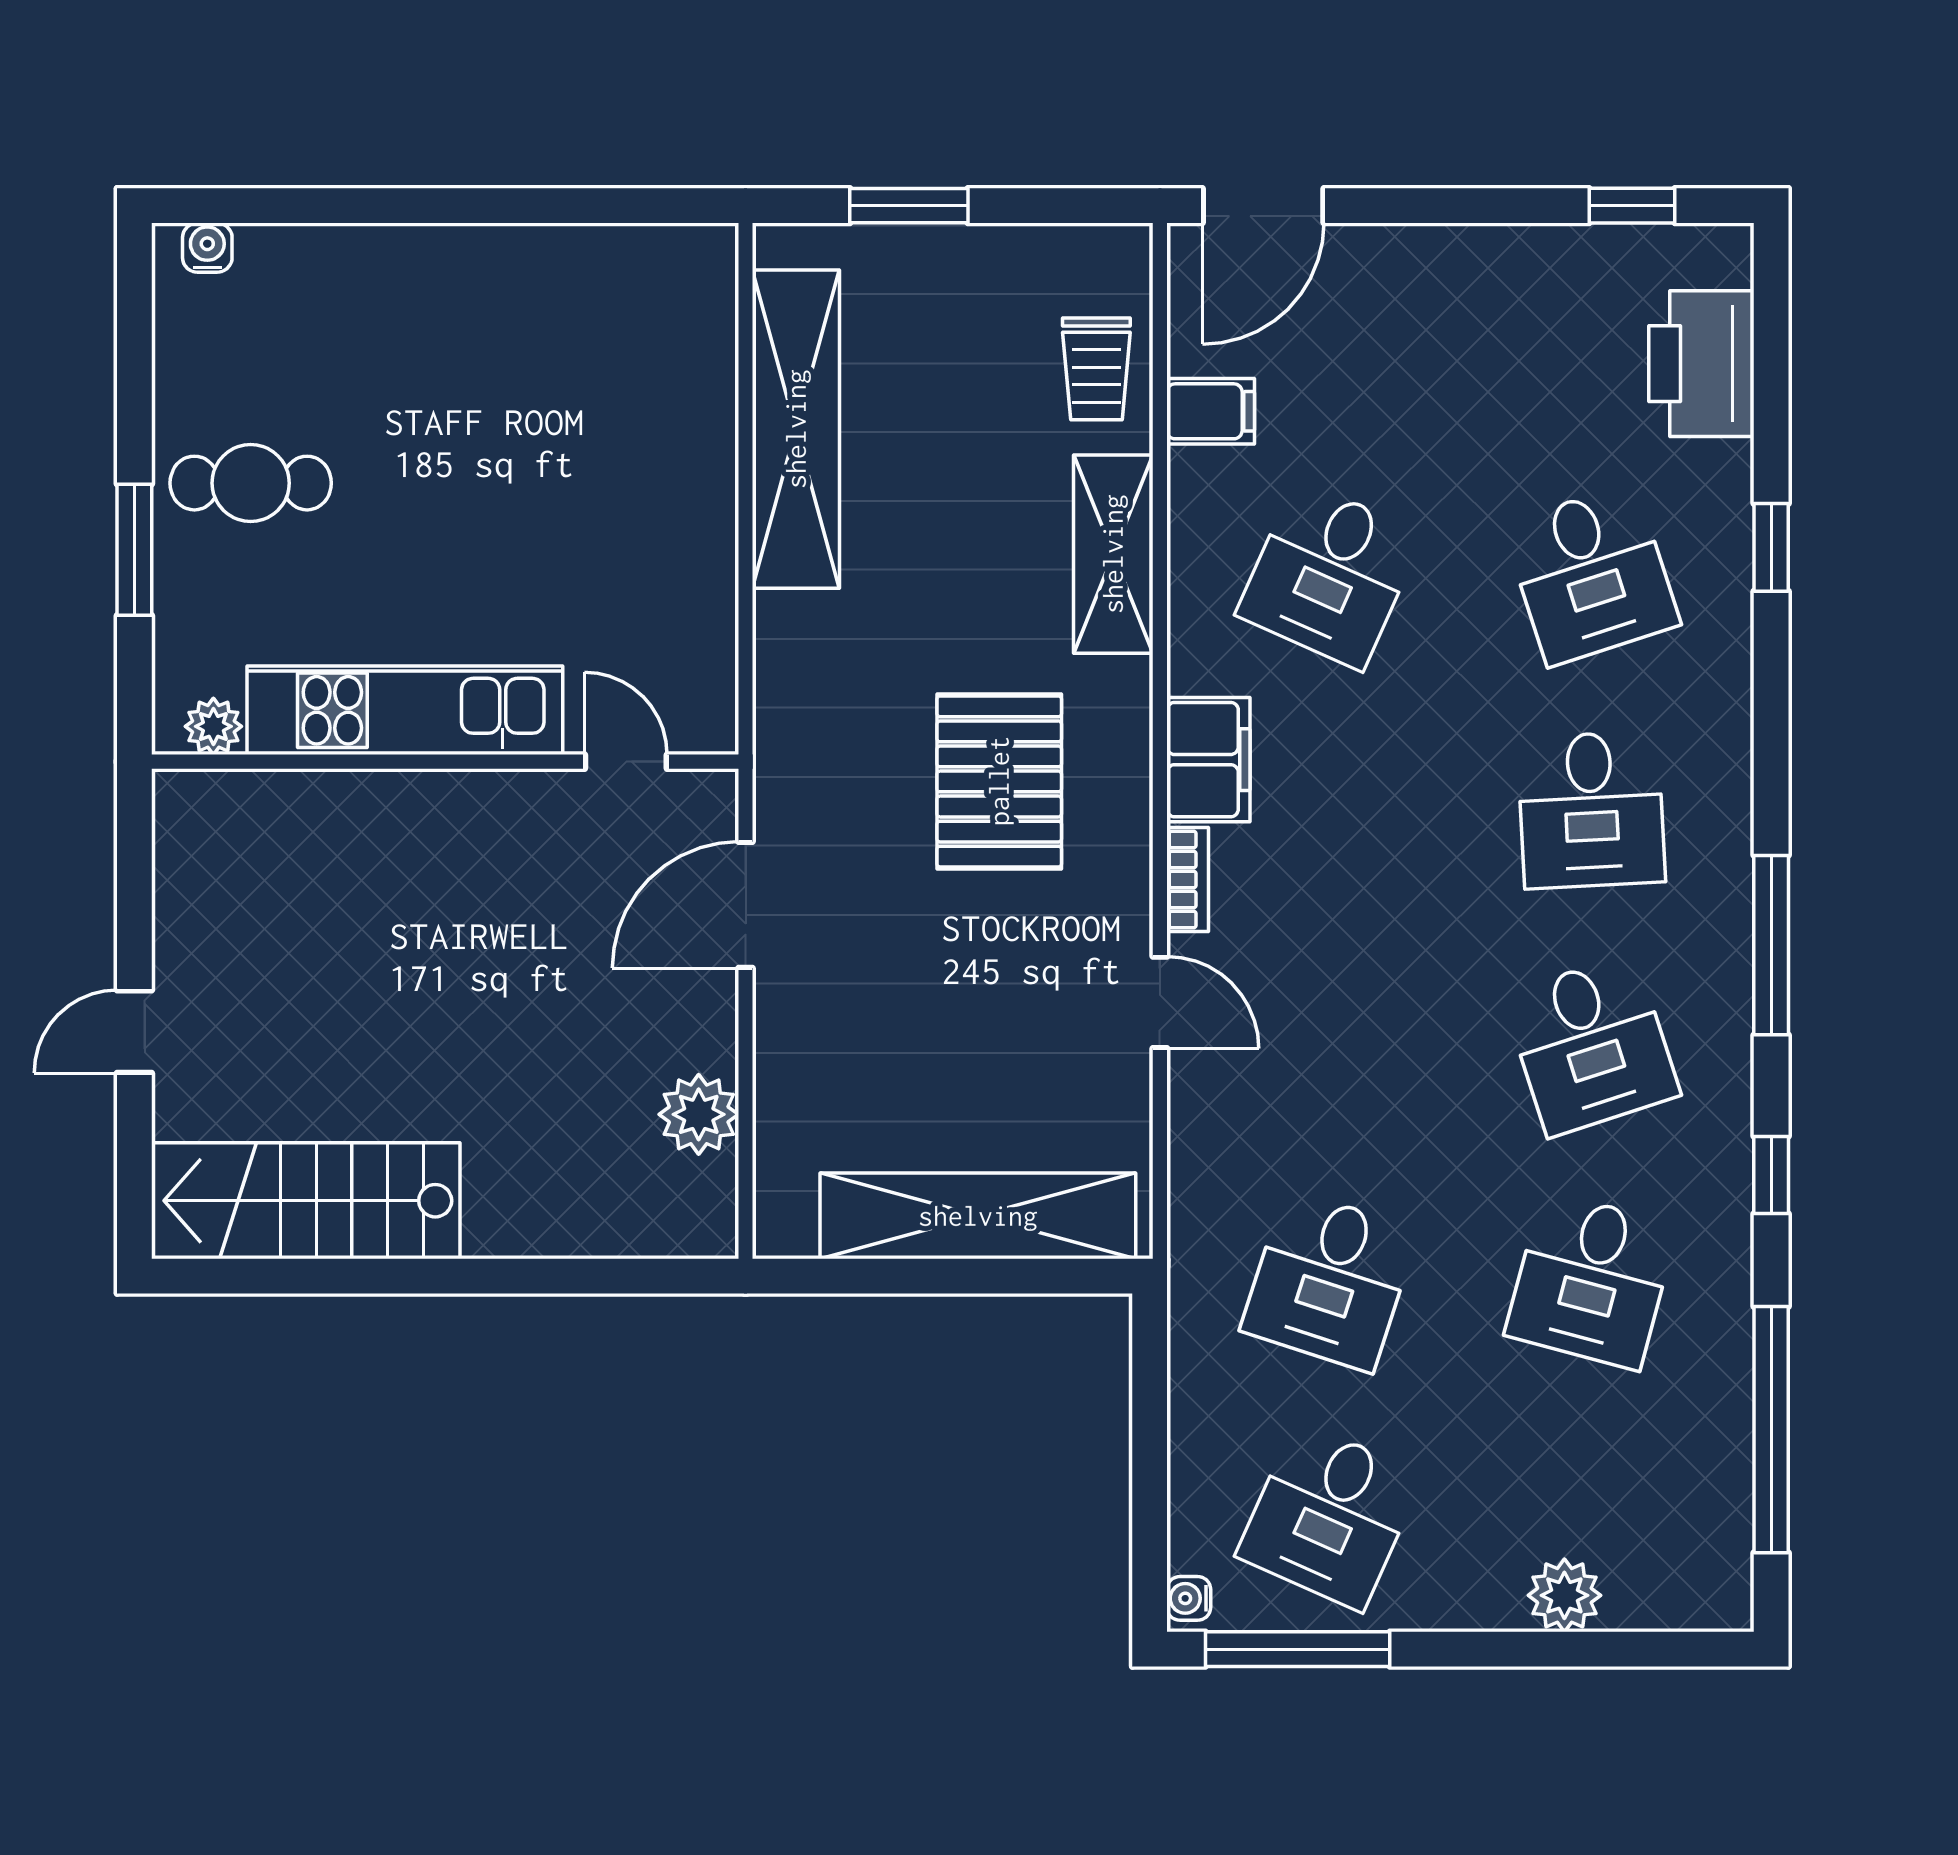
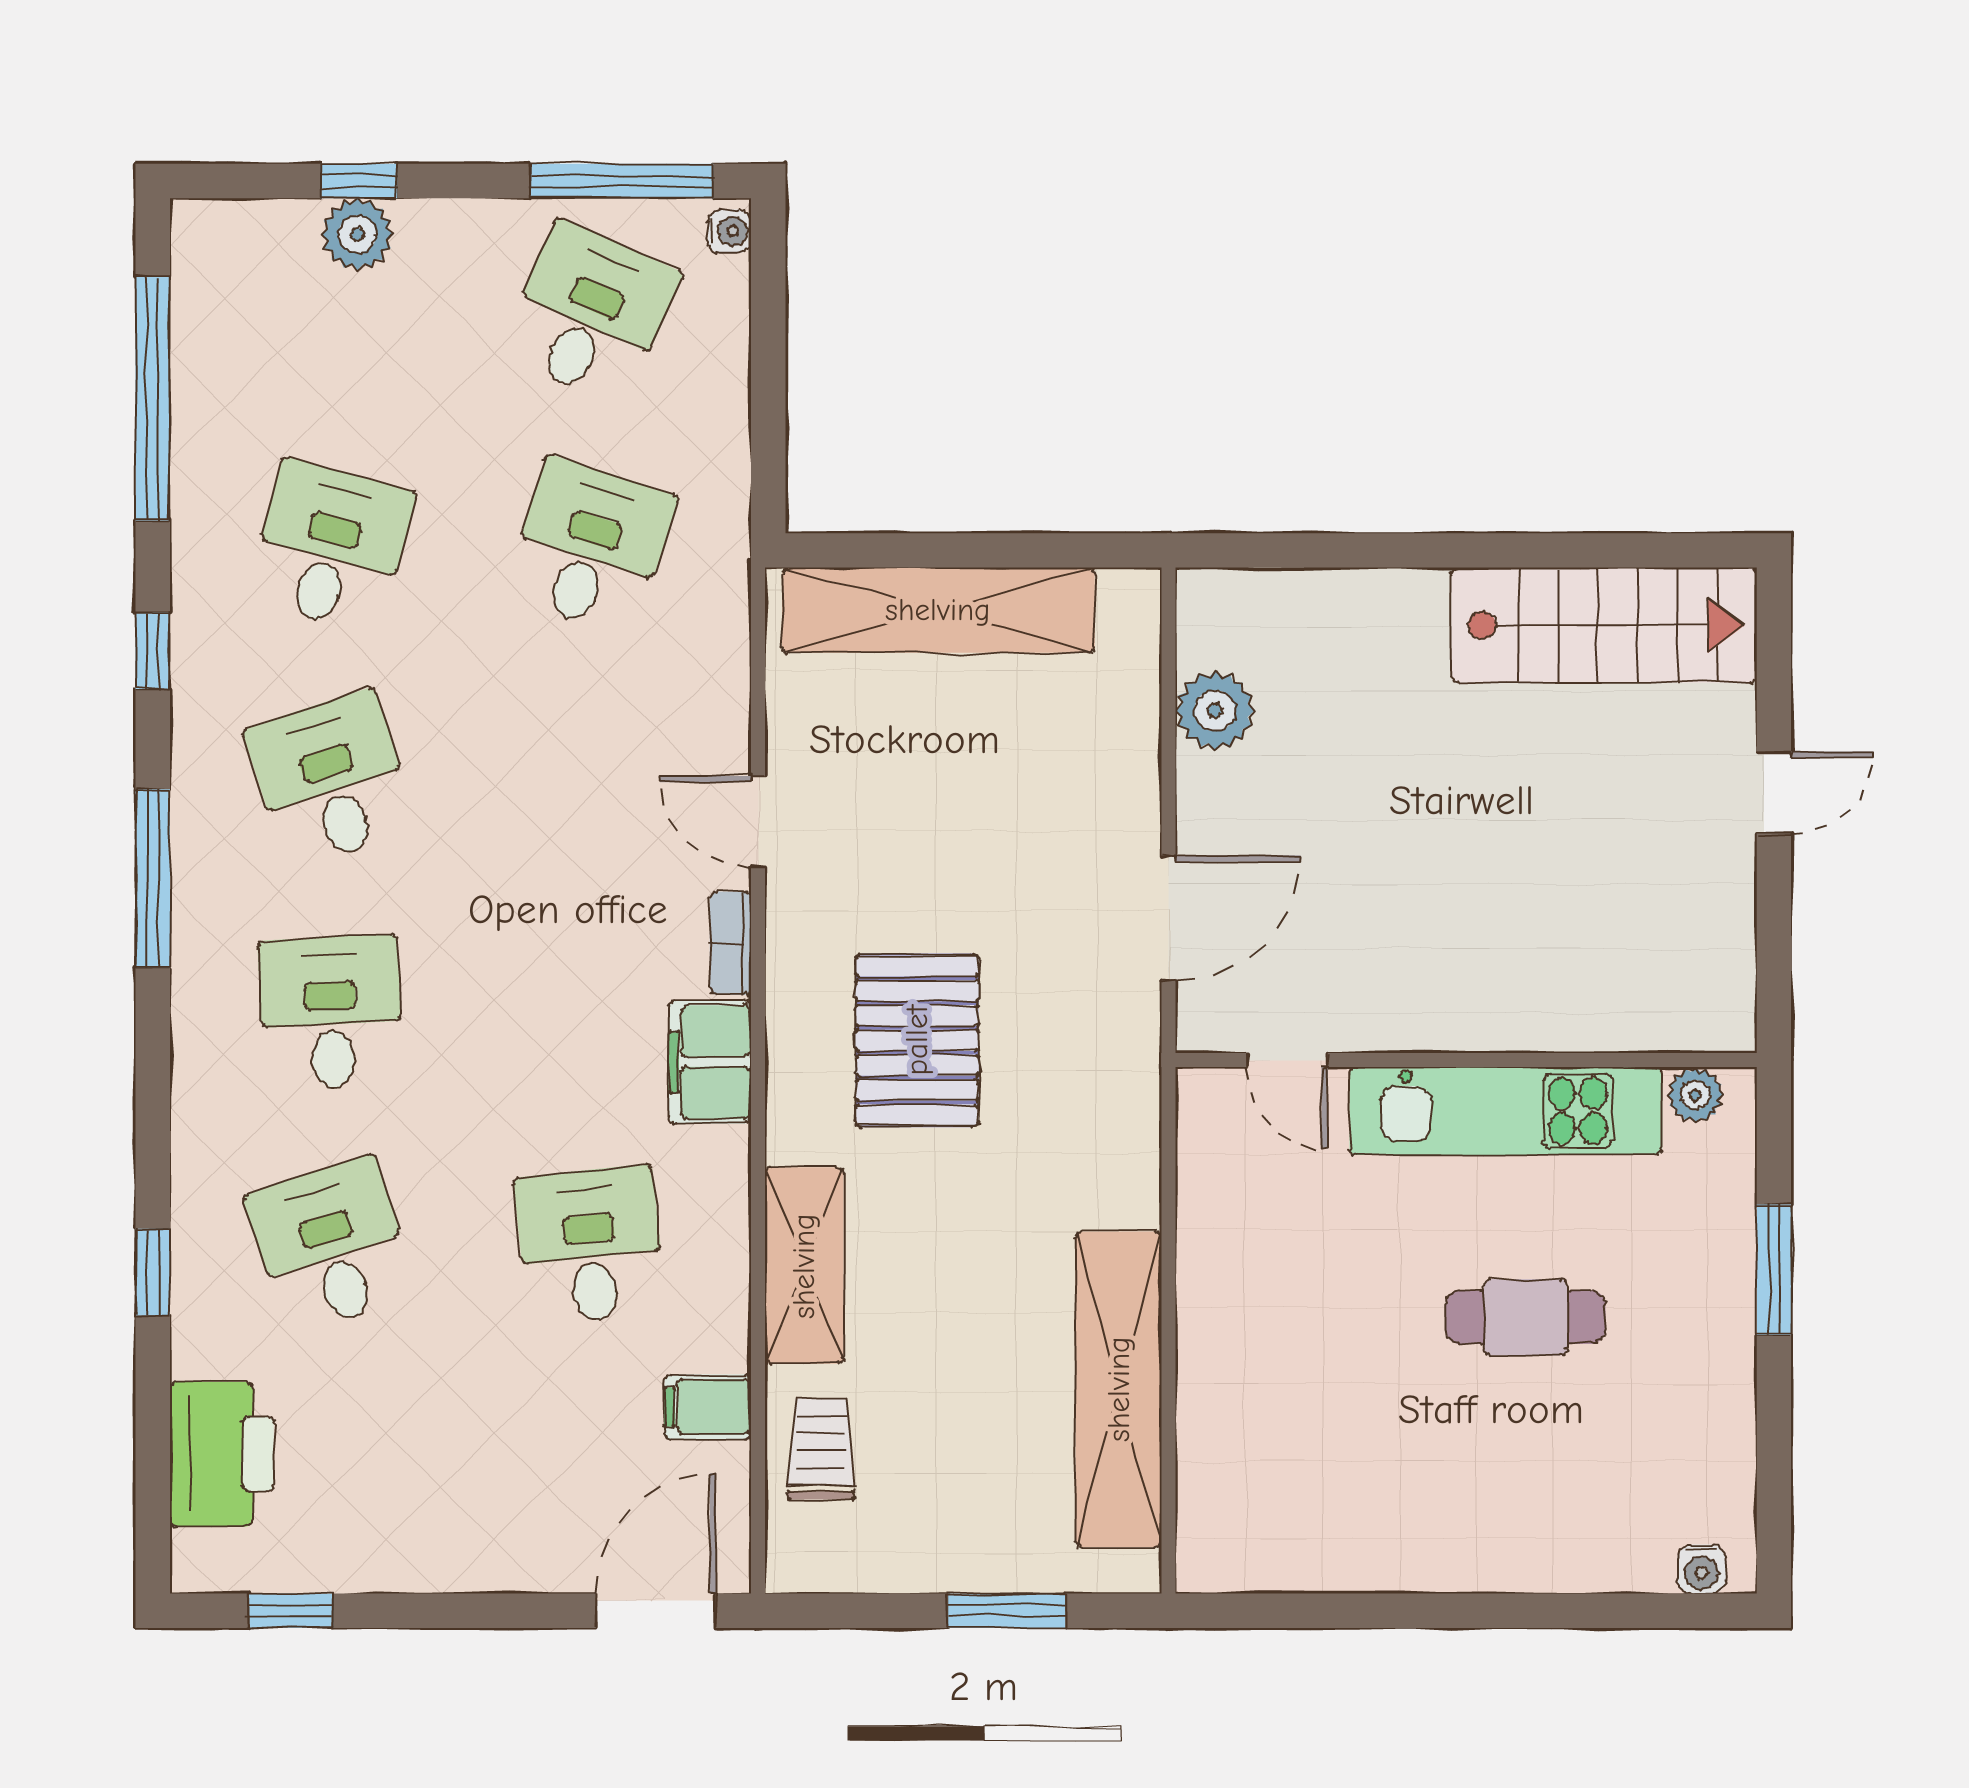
cafe table: (251, 483) -> (1526, 1317), moved
desk: (1329, 574) -> (590, 1245), turned -30
window: (1563, 1649) -> (359, 181), added

